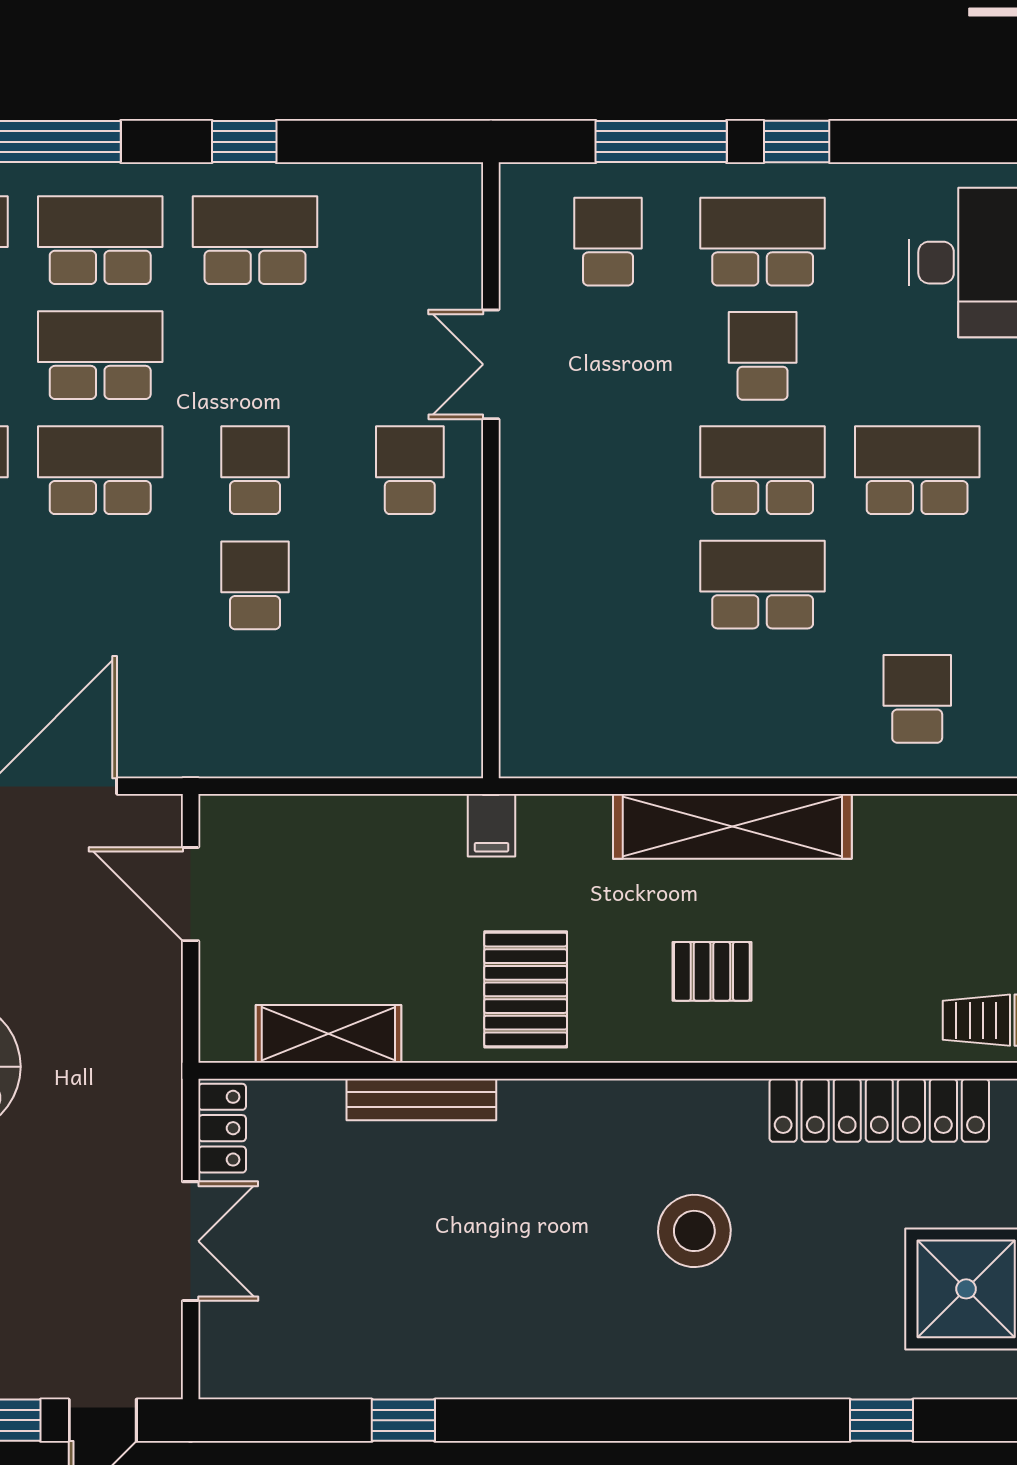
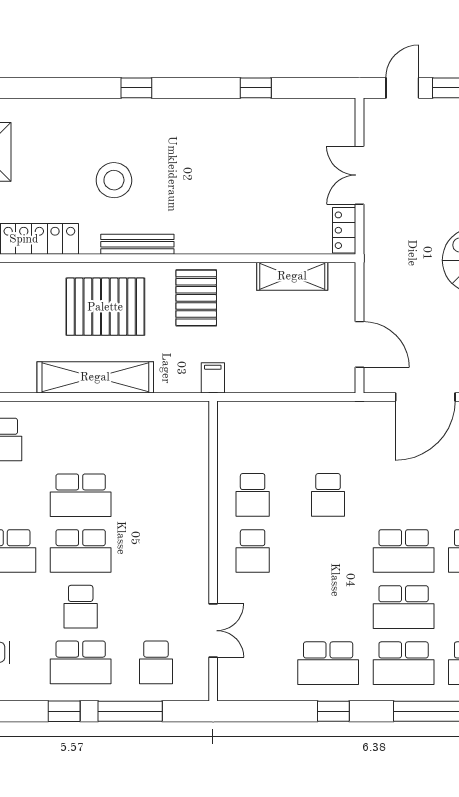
double door: (491, 364) -> (213, 631), moved
school desk: (255, 470) -> (253, 495), moved
pallet: (712, 971) -> (105, 307), width x2.05, depth x2.00
bench: (421, 1099) -> (137, 244), moved
window: (882, 1420) -> (136, 88), moved

